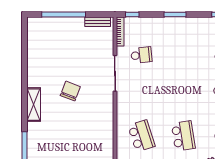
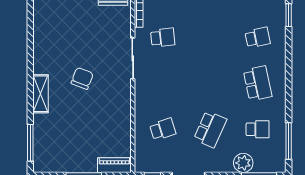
school desk: (141, 136) -> (163, 129), width x0.54
school desk: (183, 136) -> (210, 129), turned 33

